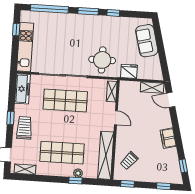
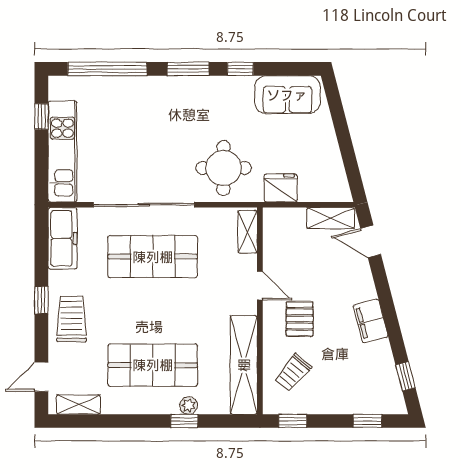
sofa: (147, 41) -> (287, 95), moved, turned -76
pallet: (134, 135) -> (300, 319), added

